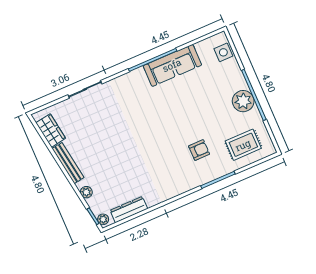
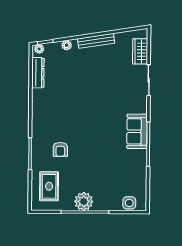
sofa: (172, 65) -> (137, 131), moved, width x0.73
wardrobe: (51, 131) -> (140, 51), moved, turned 99

